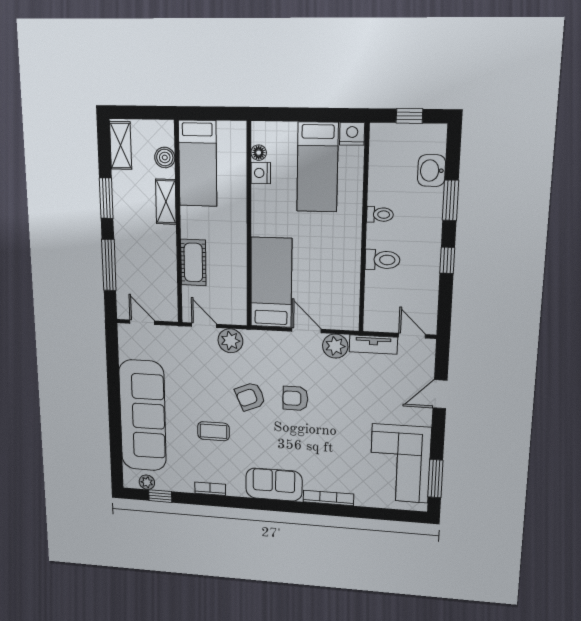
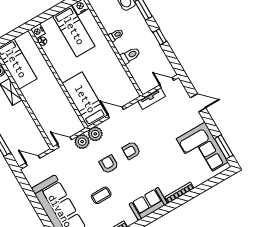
nightstand: (261, 173) -> (38, 31), moved
cot: (193, 262) -> (41, 114), removed
plant: (335, 346) -> (95, 134), moved
door: (440, 394) -> (198, 103), swing flipped
armchair: (250, 397) -> (109, 164), turned 113

